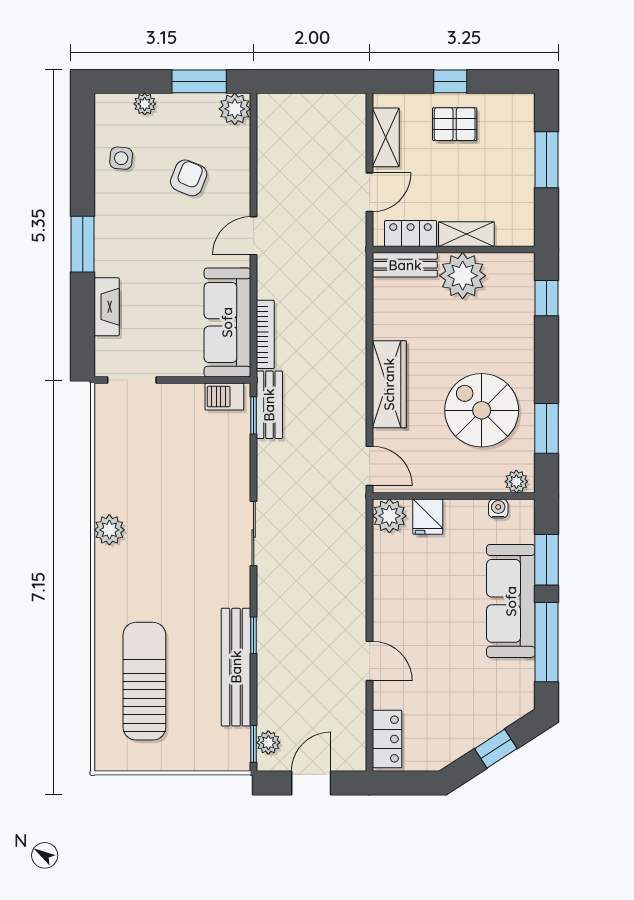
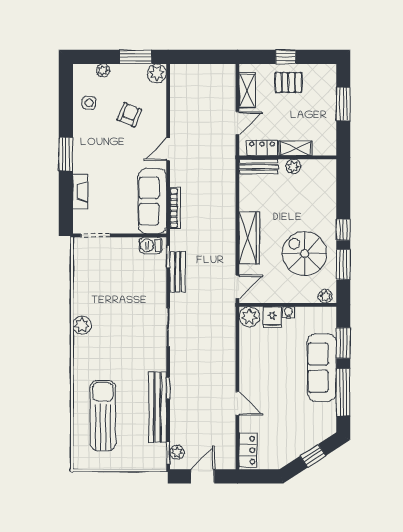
plant: (463, 276) -> (293, 167), width x0.53, depth x0.53
window: (546, 298) -> (343, 230), moved
bench: (269, 405) -> (178, 272), moved
door: (370, 466) -> (237, 287), hinge flipped
water cooler: (498, 509) -> (288, 312), moved

